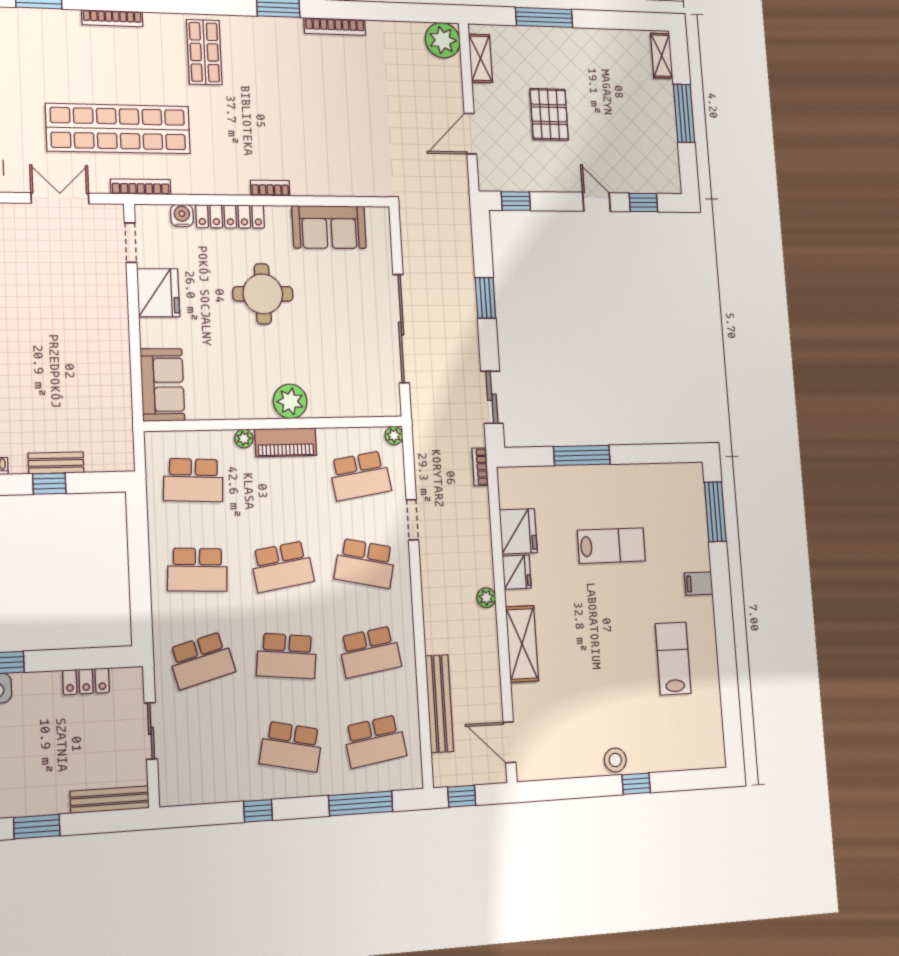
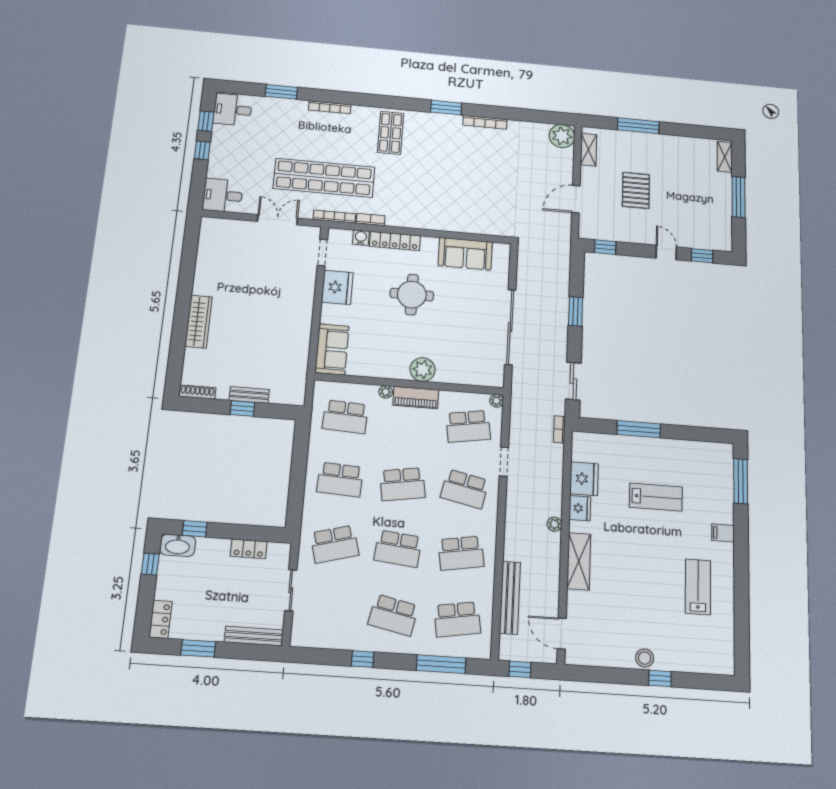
bookcase: (270, 188) -> (371, 220), moved

